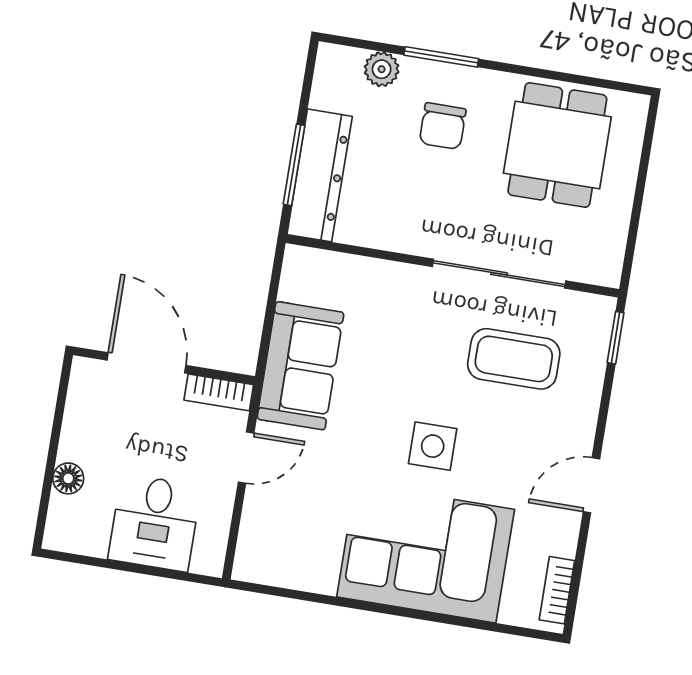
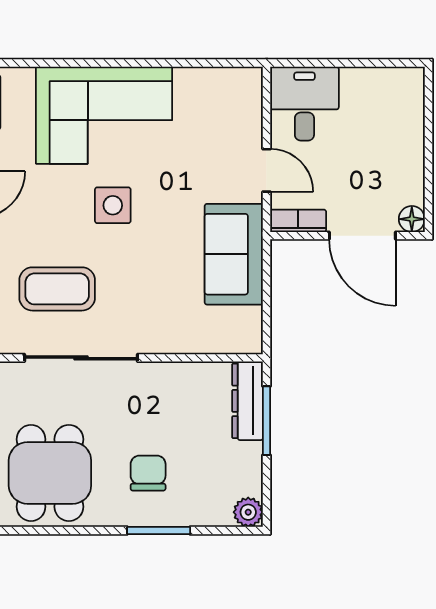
plant: (382, 69) -> (248, 512), moved
dresser: (320, 175) -> (248, 401), width x0.73, depth x0.80
door: (246, 458) -> (267, 170), swing flipped
floor lamp: (68, 478) -> (412, 219), moved
desk: (155, 523) -> (304, 104), moved

